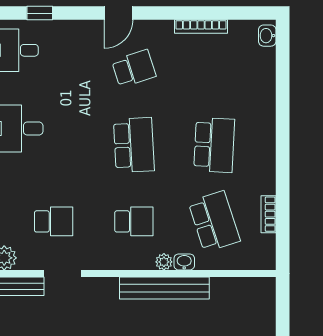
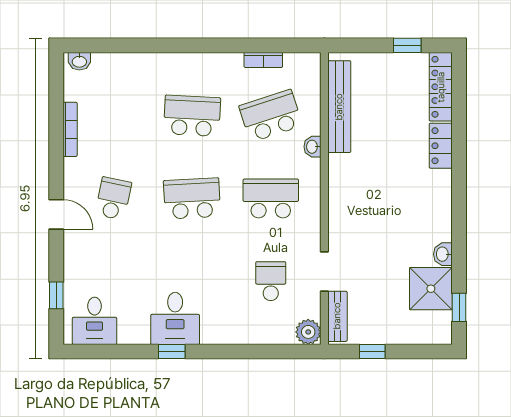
school desk: (134, 68) -> (113, 198), turned 30
school desk: (134, 221) -> (271, 198), width x1.85
plant: (164, 262) -> (312, 168), removed
bench: (164, 288) -> (339, 107), moved

